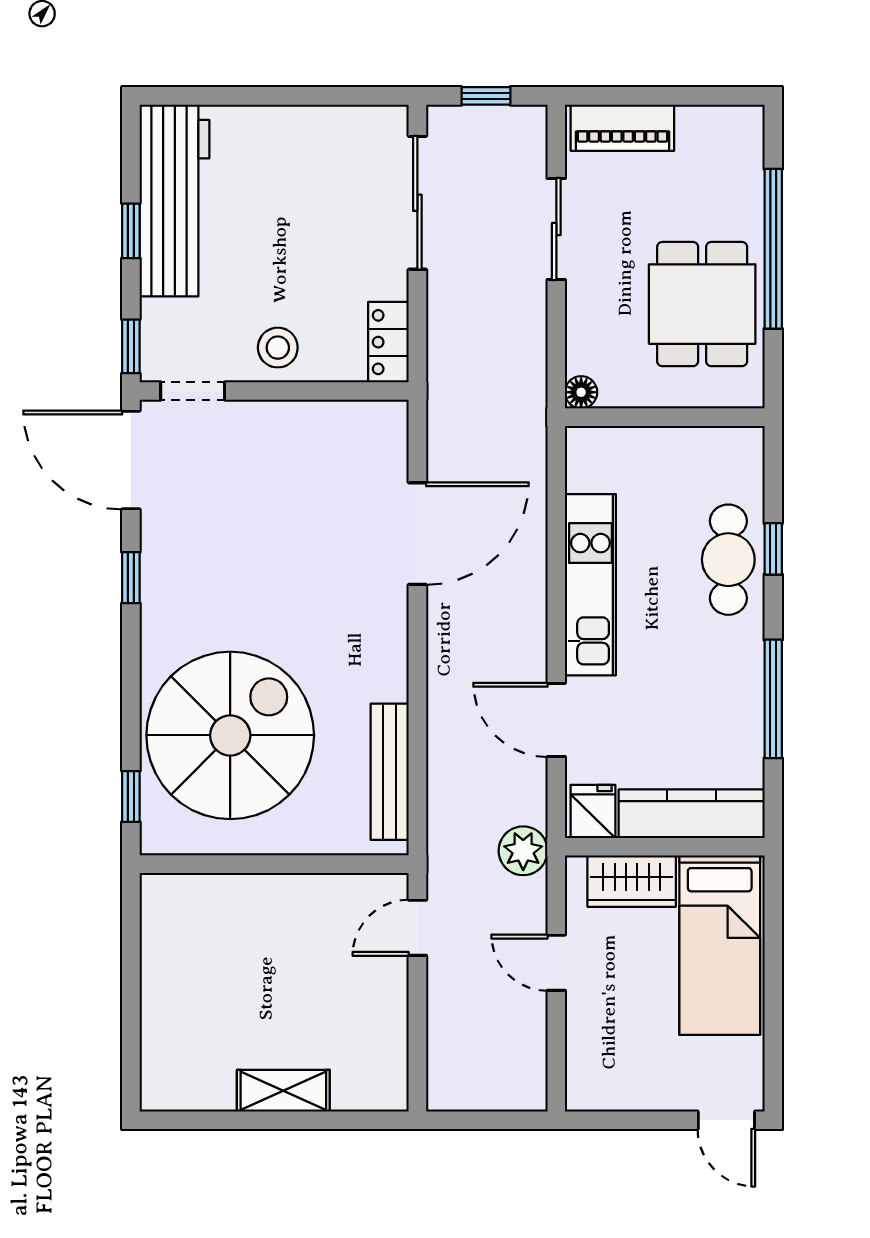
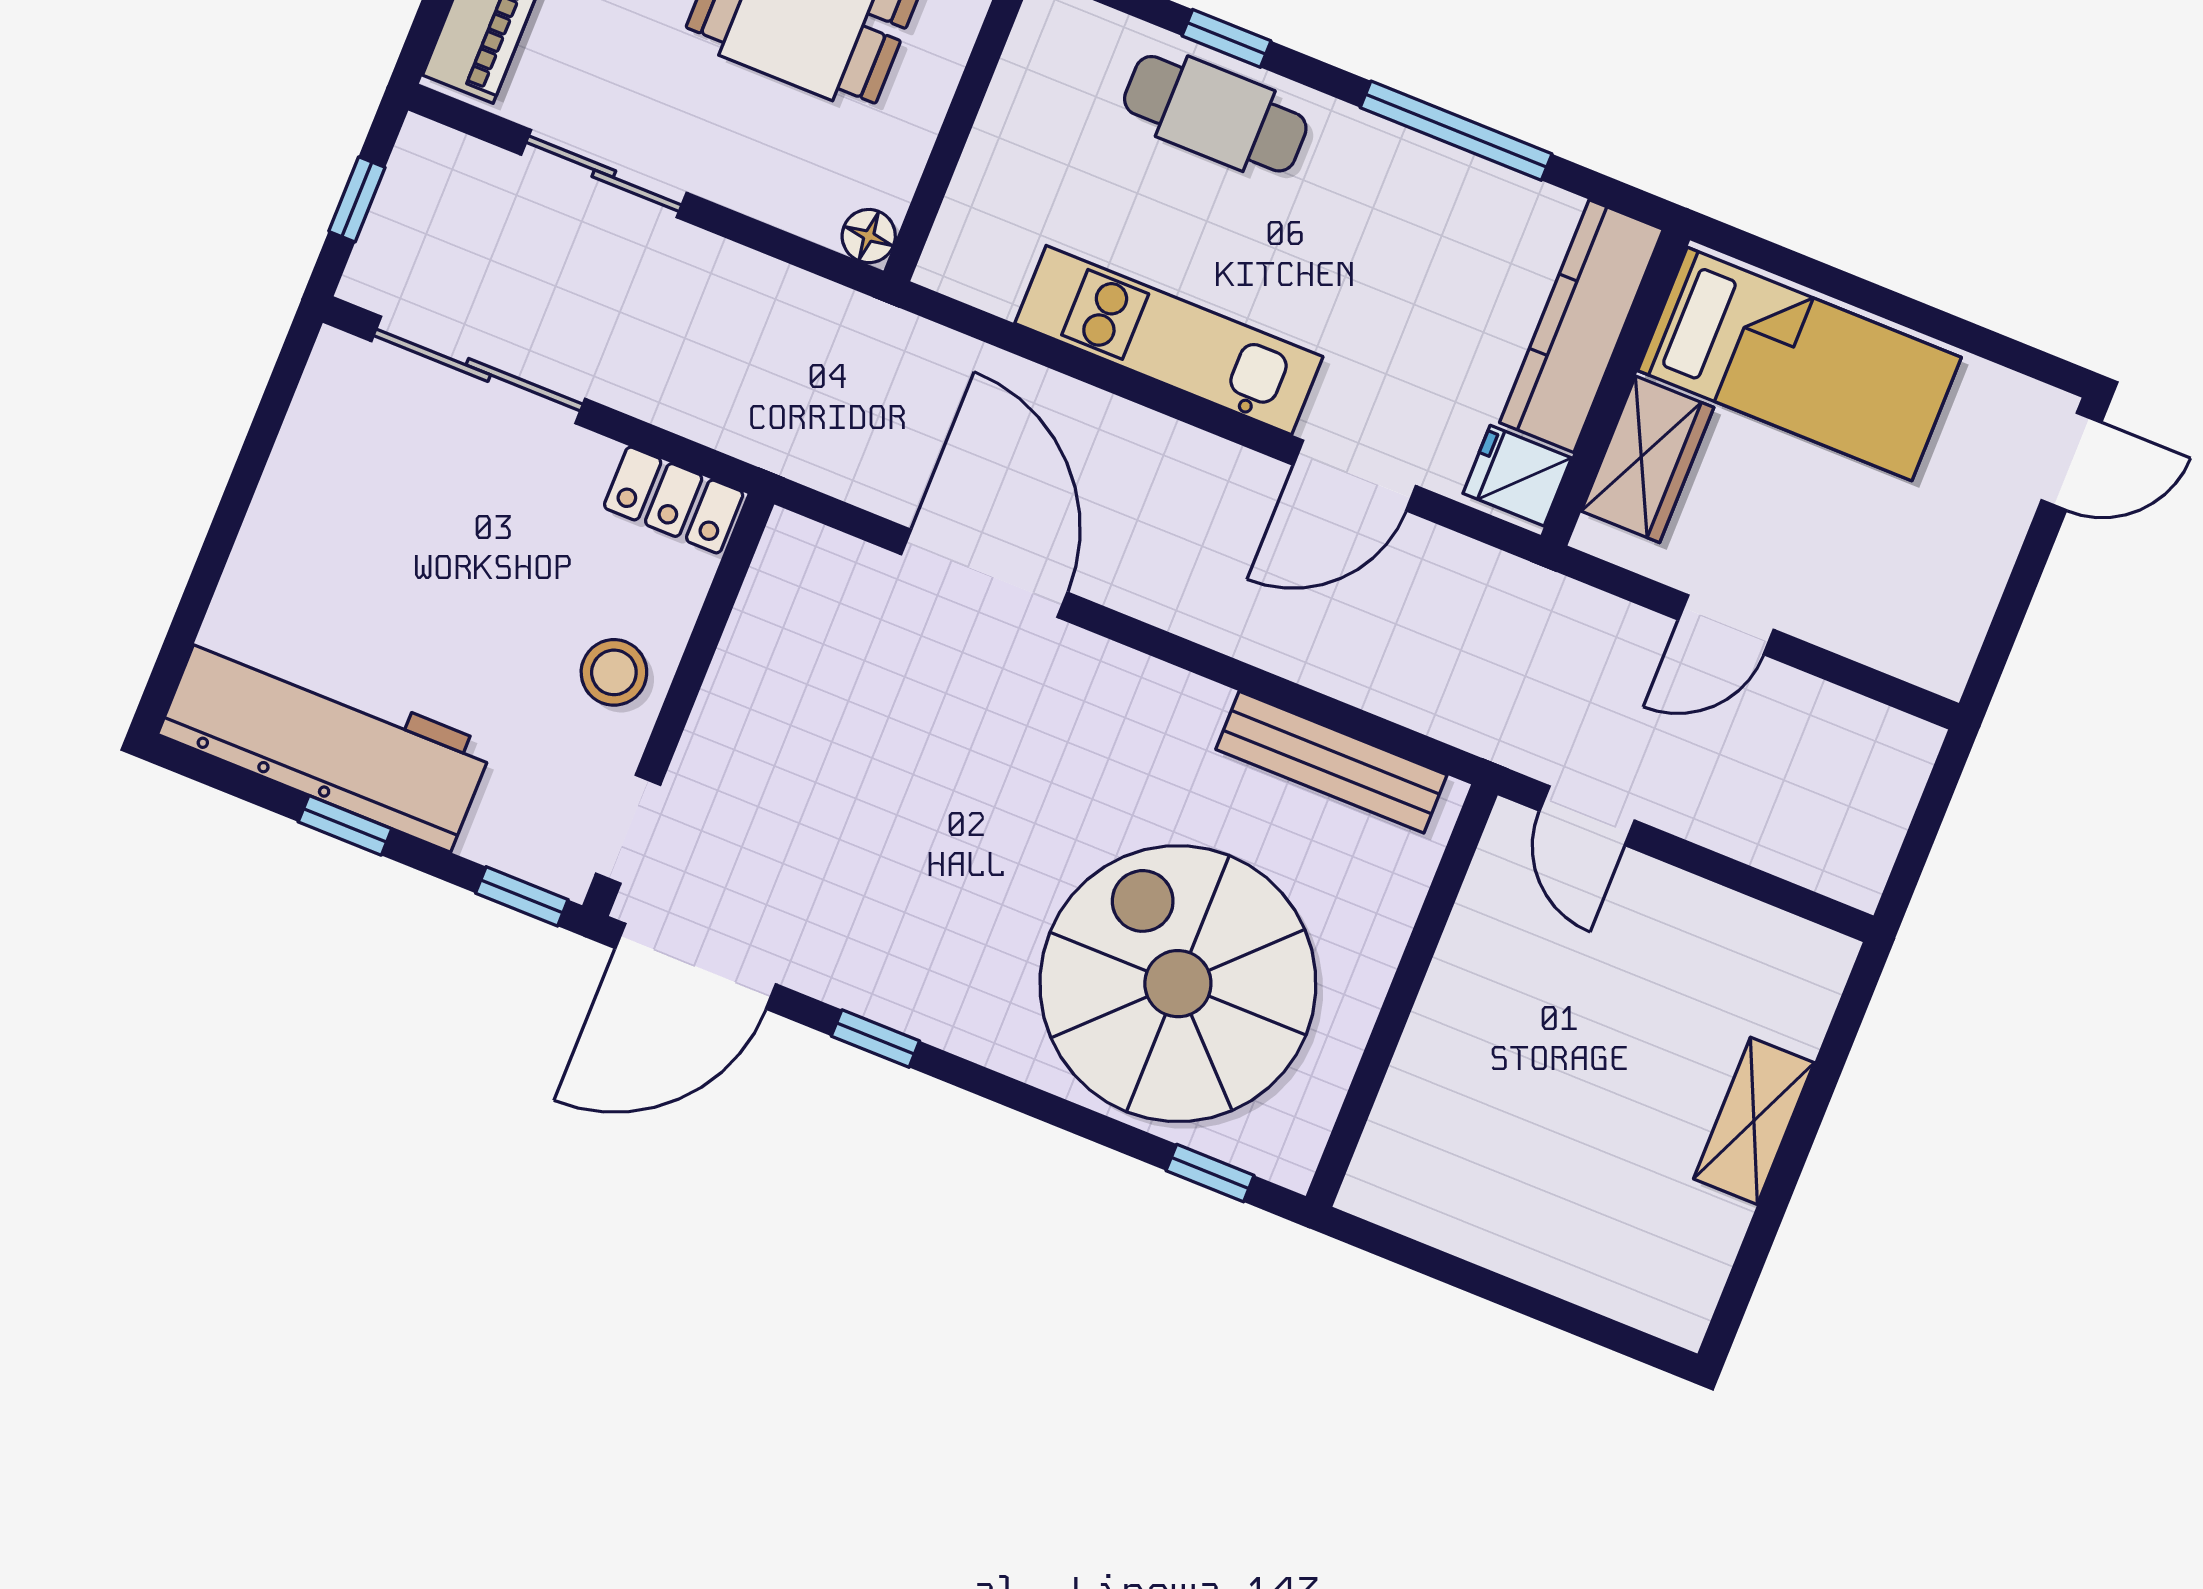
plant: (523, 851) -> (1534, 607), removed

